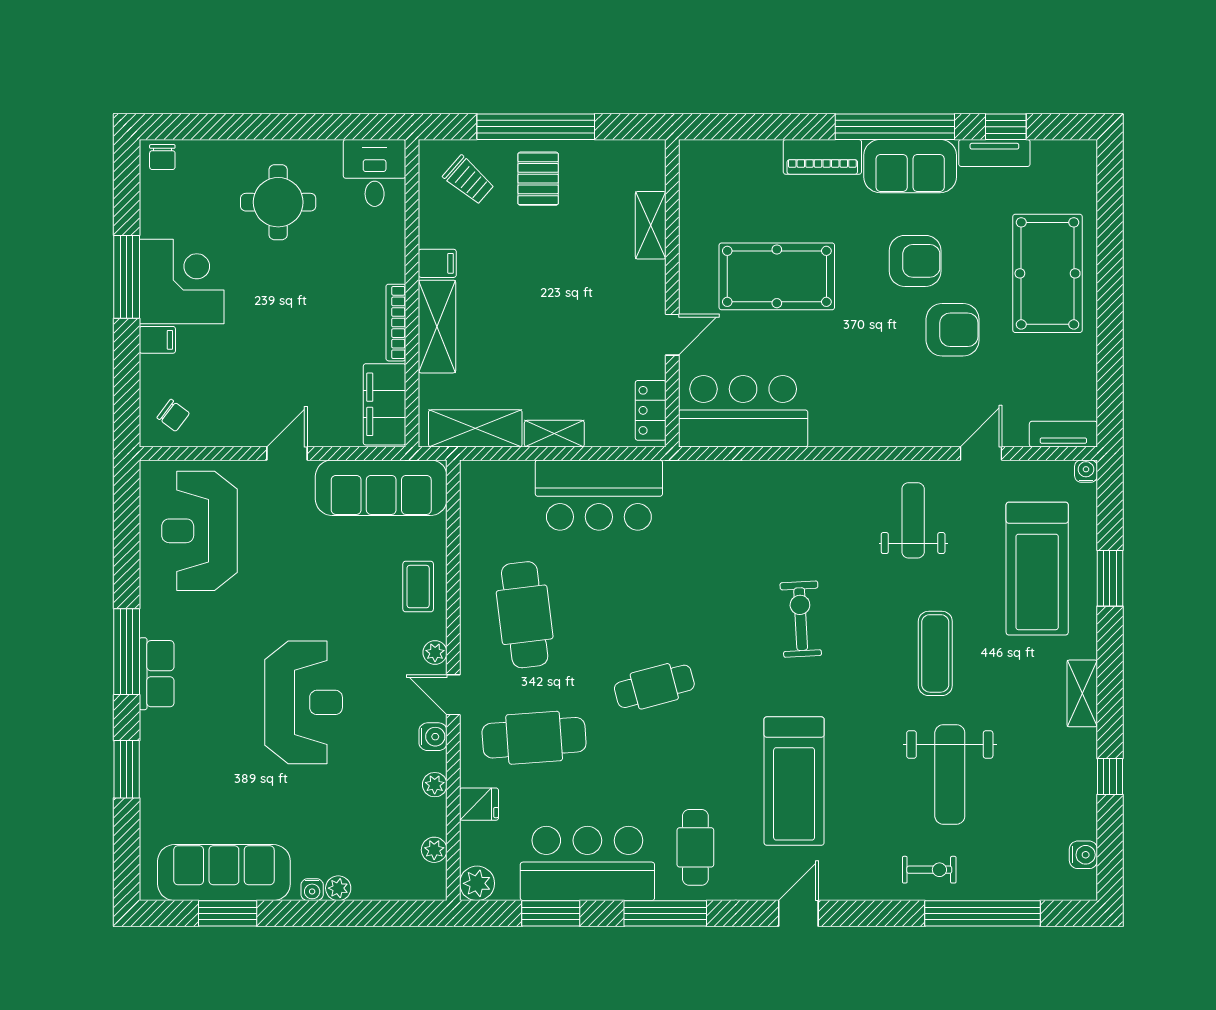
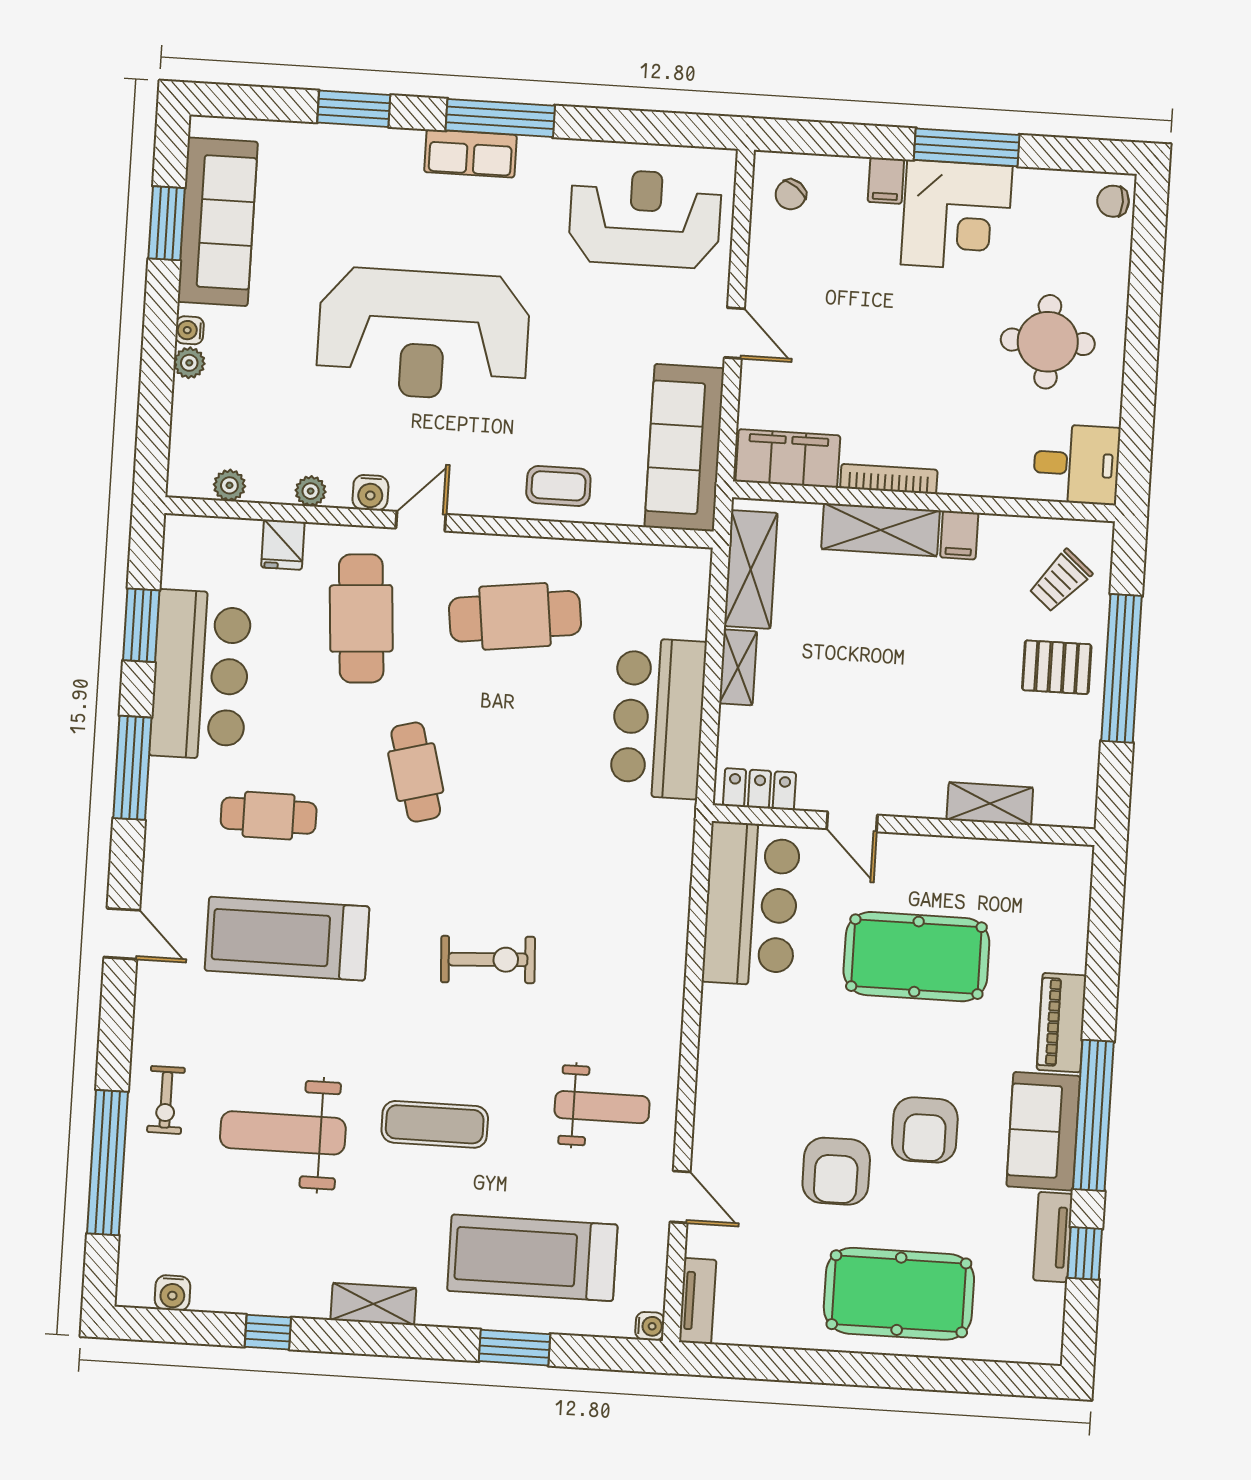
pool table: (777, 276) -> (916, 957), turned 90
plant: (435, 653) -> (475, 502), removed
reception desk: (304, 702) -> (423, 334), width x1.36, depth x1.30
cafe table: (695, 847) -> (269, 816), moved
plant: (477, 883) -> (184, 536), removed

